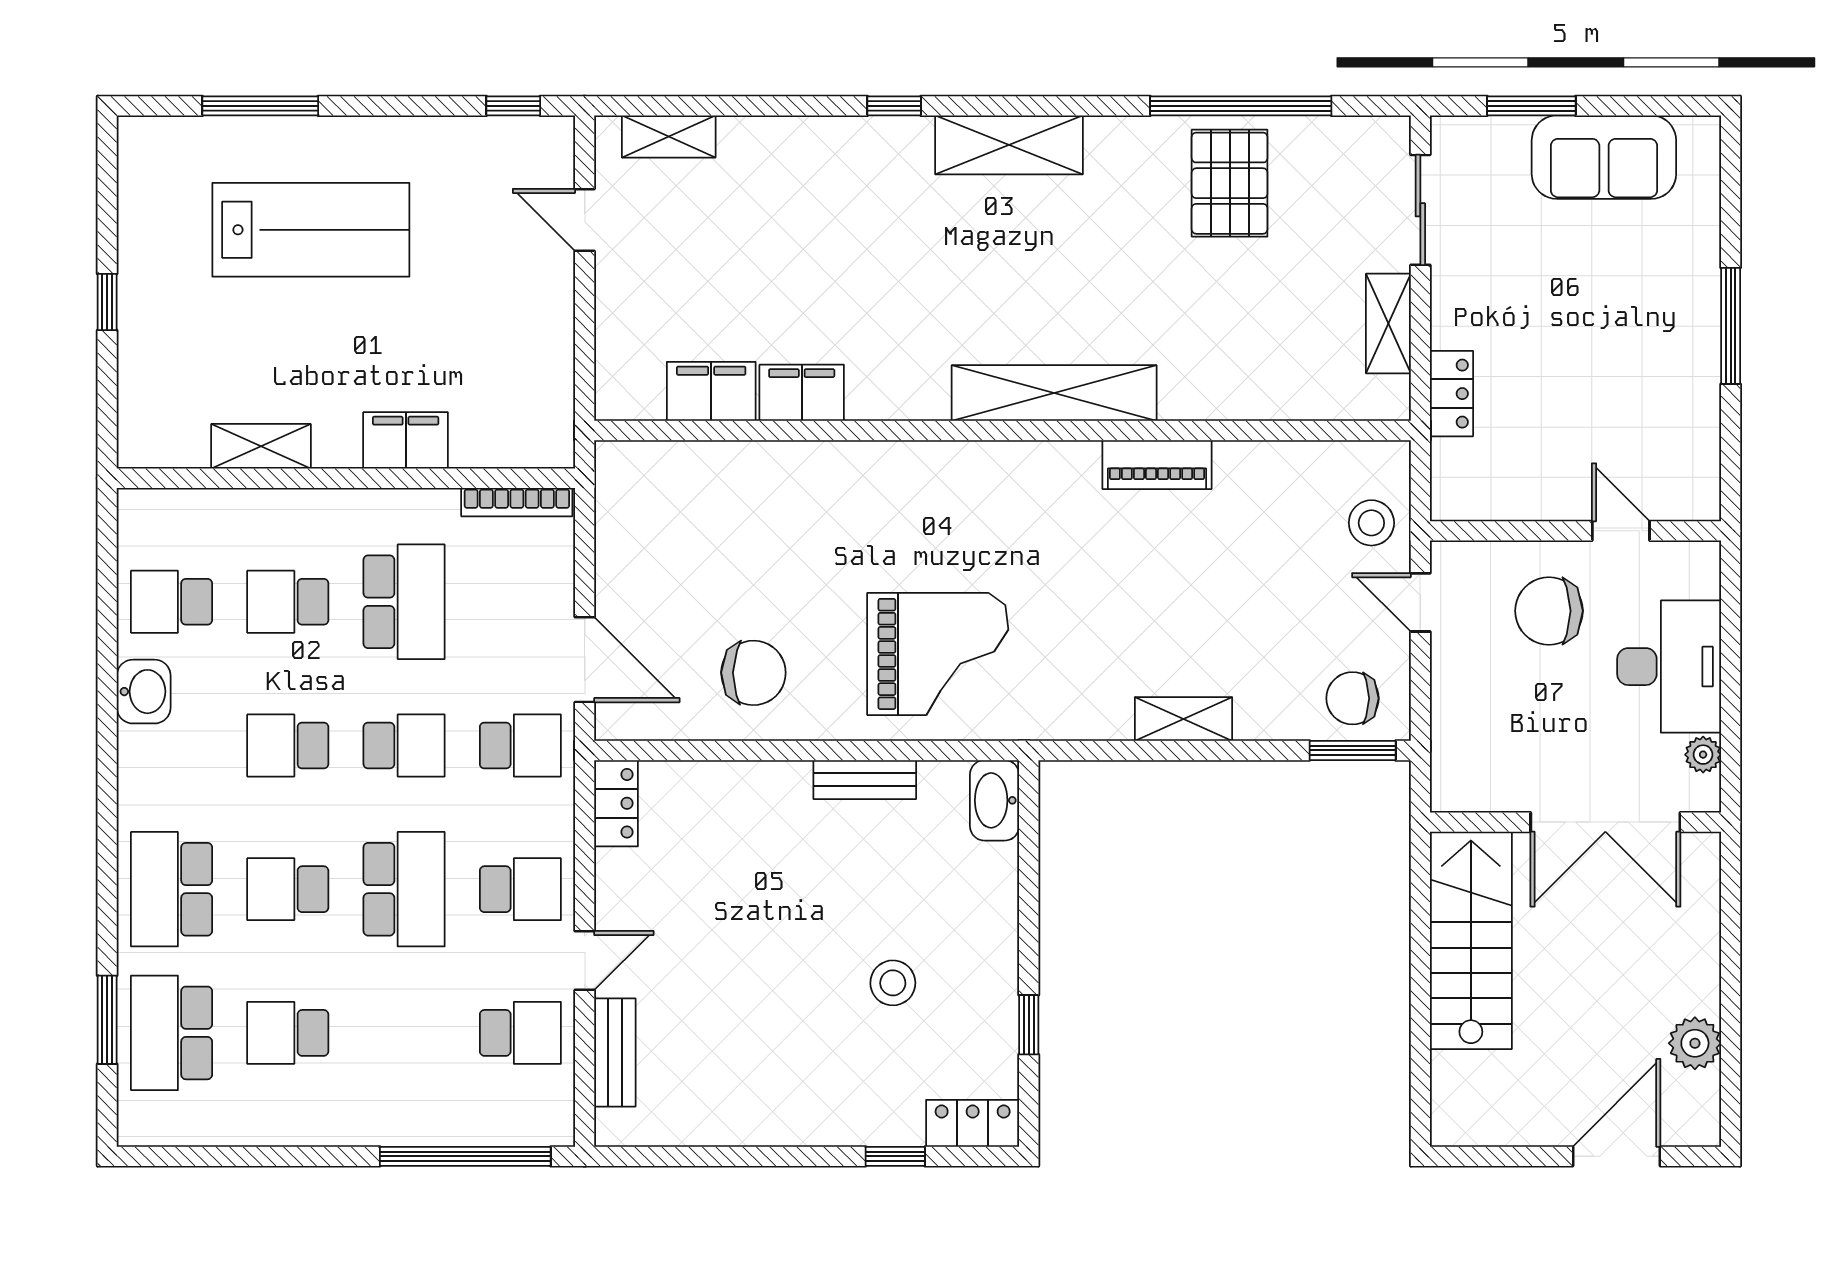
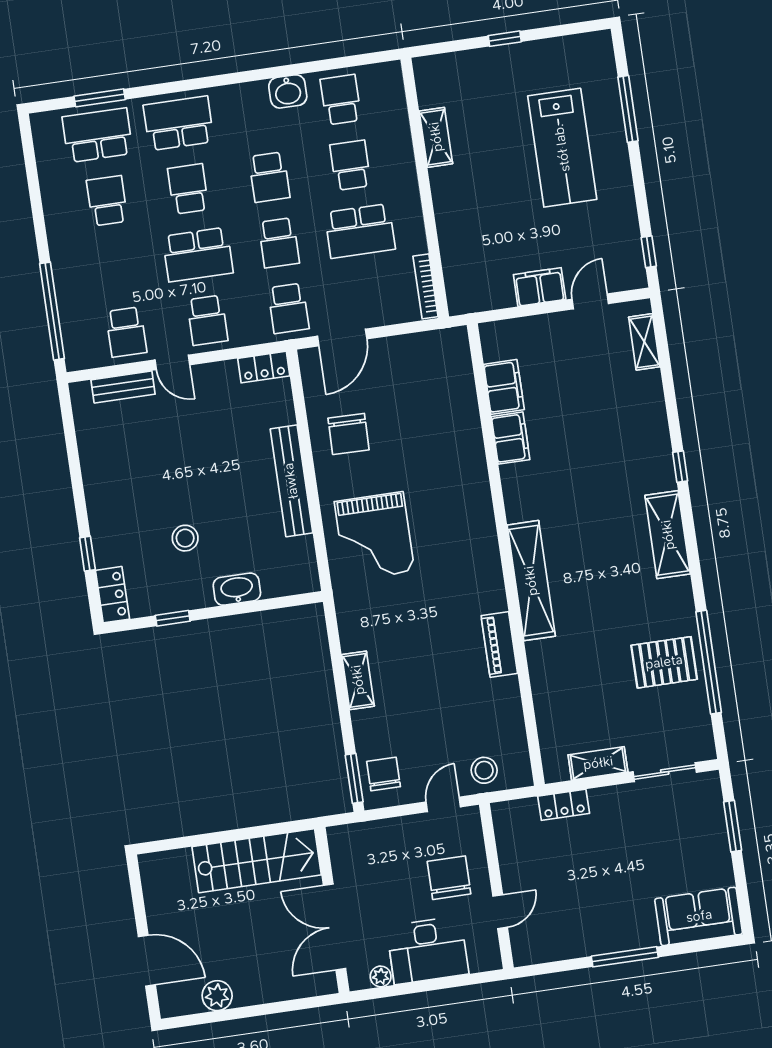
sofa: (1604, 157) -> (699, 916), moved, turned 90
filing cabinet: (406, 440) -> (540, 287), moved, turned -90
school desk: (288, 745) -> (269, 177), turned 180
bench: (865, 780) -> (291, 481), width x1.86, depth x1.21
washbasin: (995, 800) -> (237, 589), moved

